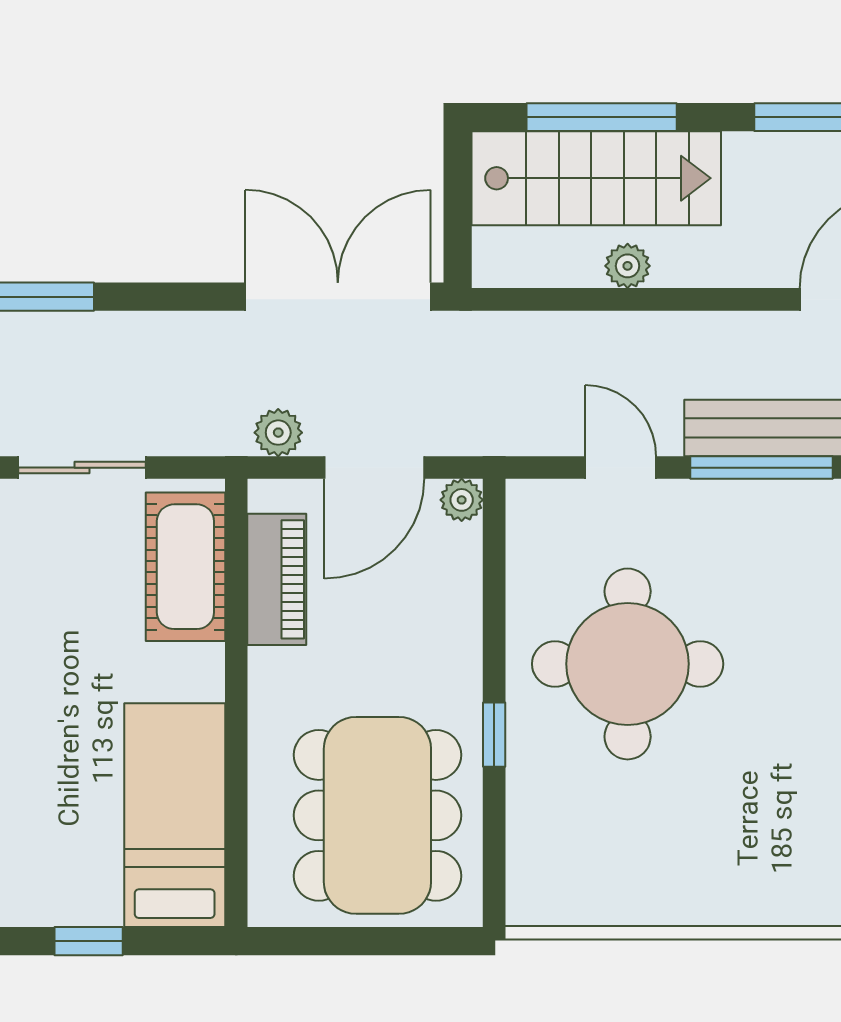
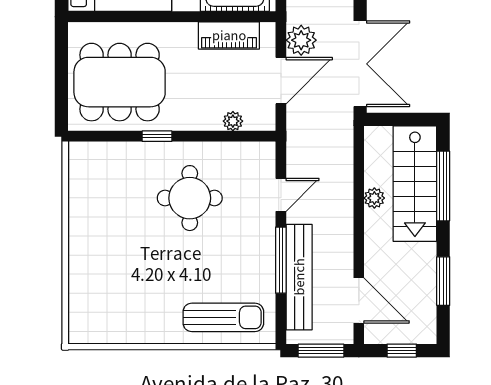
plant: (278, 433) -> (301, 40), width x1.38, depth x1.38
door: (374, 468) -> (281, 81), swing flipped
plant: (462, 500) -> (233, 121), moved
round table: (628, 664) -> (190, 198), width x0.73, depth x0.73

